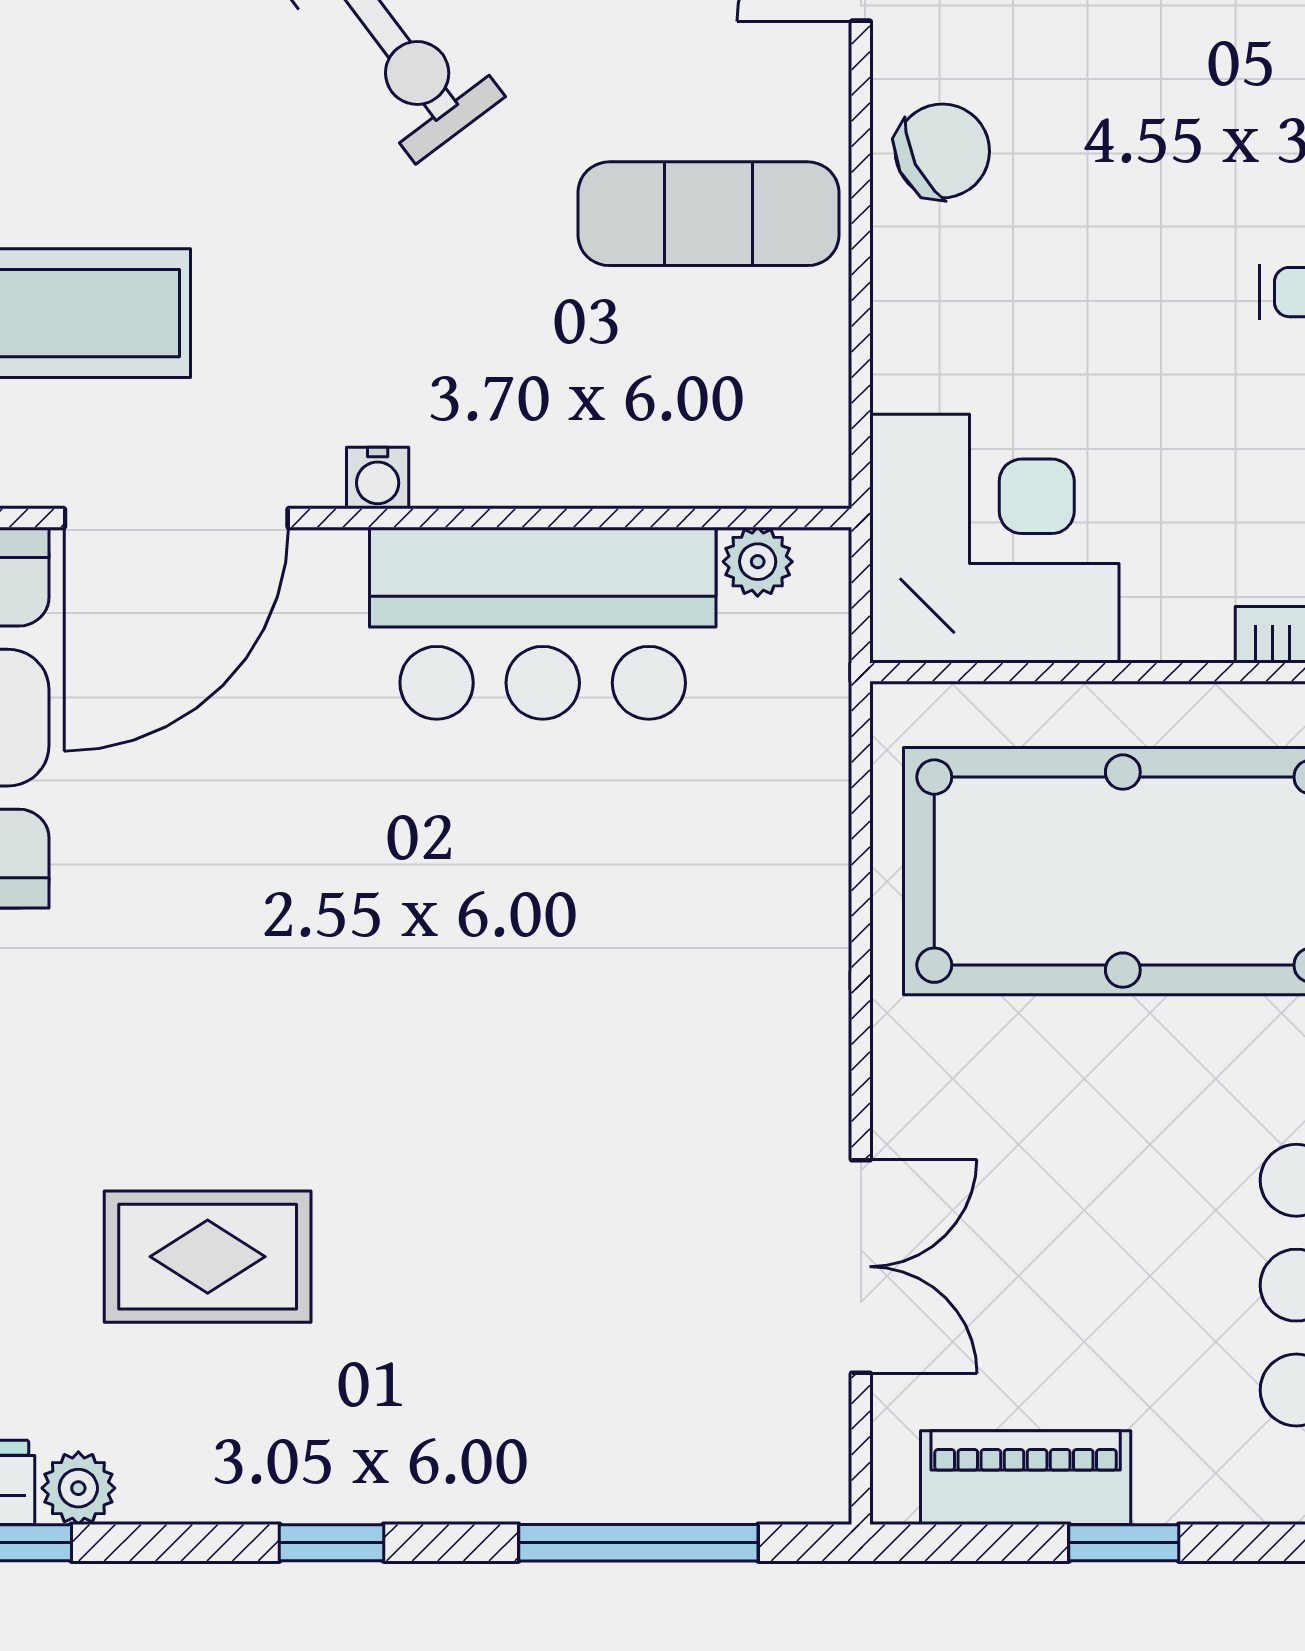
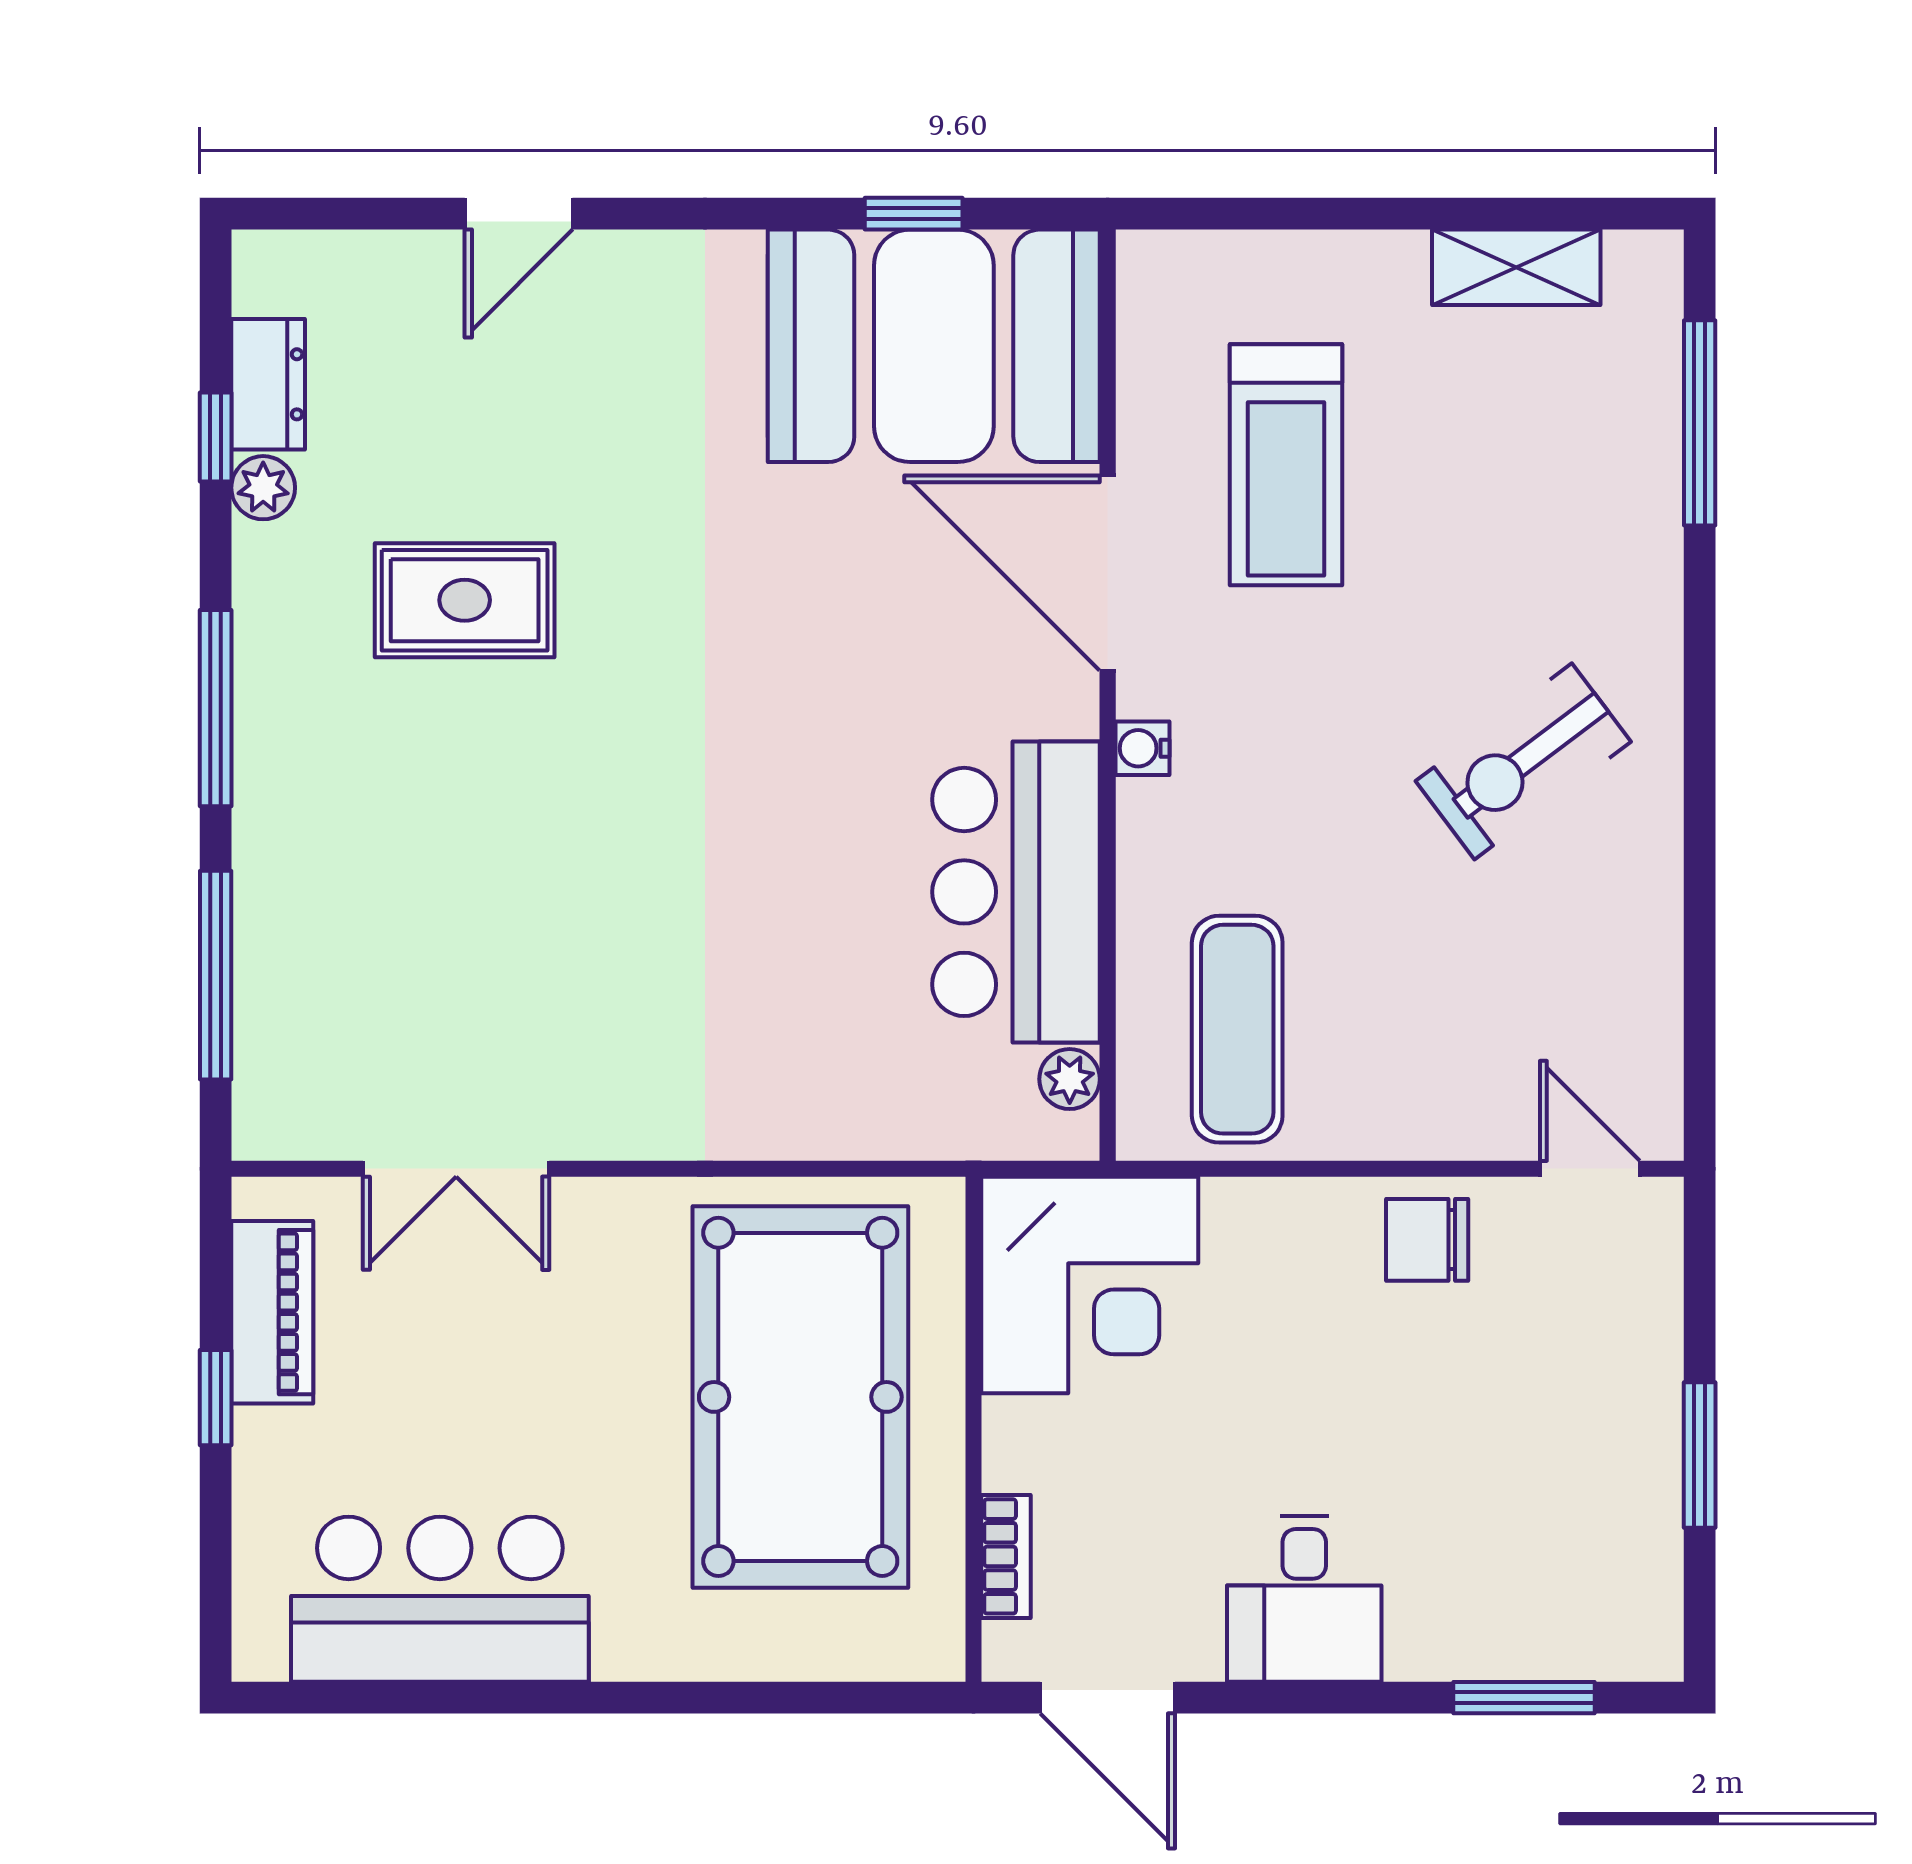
chair: (942, 151) -> (1427, 1240), turned 116
exercise mat: (708, 214) -> (1237, 1029), moved
rug: (208, 1257) -> (465, 600), turned 90
window: (332, 1543) -> (216, 708), width x2.17

